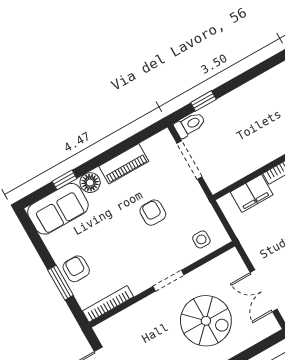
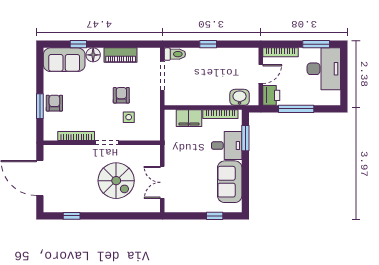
window: (203, 101) -> (208, 44), moved
side table: (201, 239) -> (129, 117), moved
bookcase: (108, 304) -> (76, 136), moved

